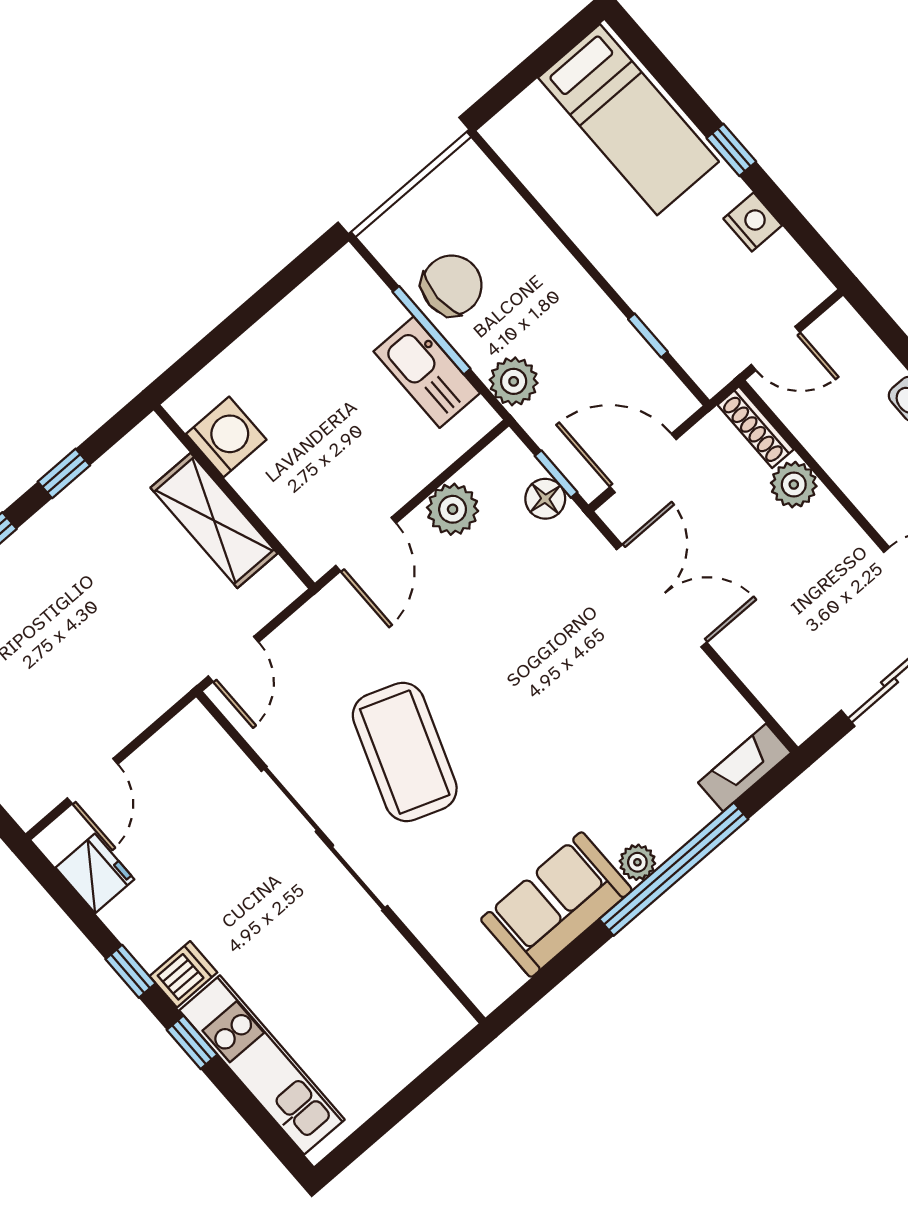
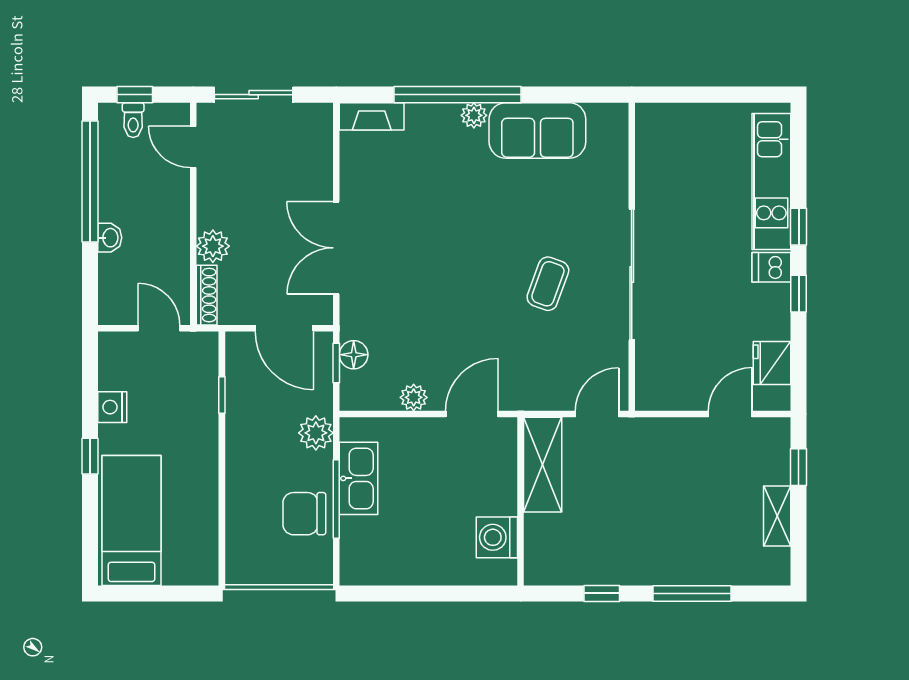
plant: (453, 509) -> (414, 397), width x0.73, depth x0.73
shelving: (214, 521) -> (543, 465), moved
coffee table: (405, 752) -> (548, 284), width x0.54, depth x0.58

